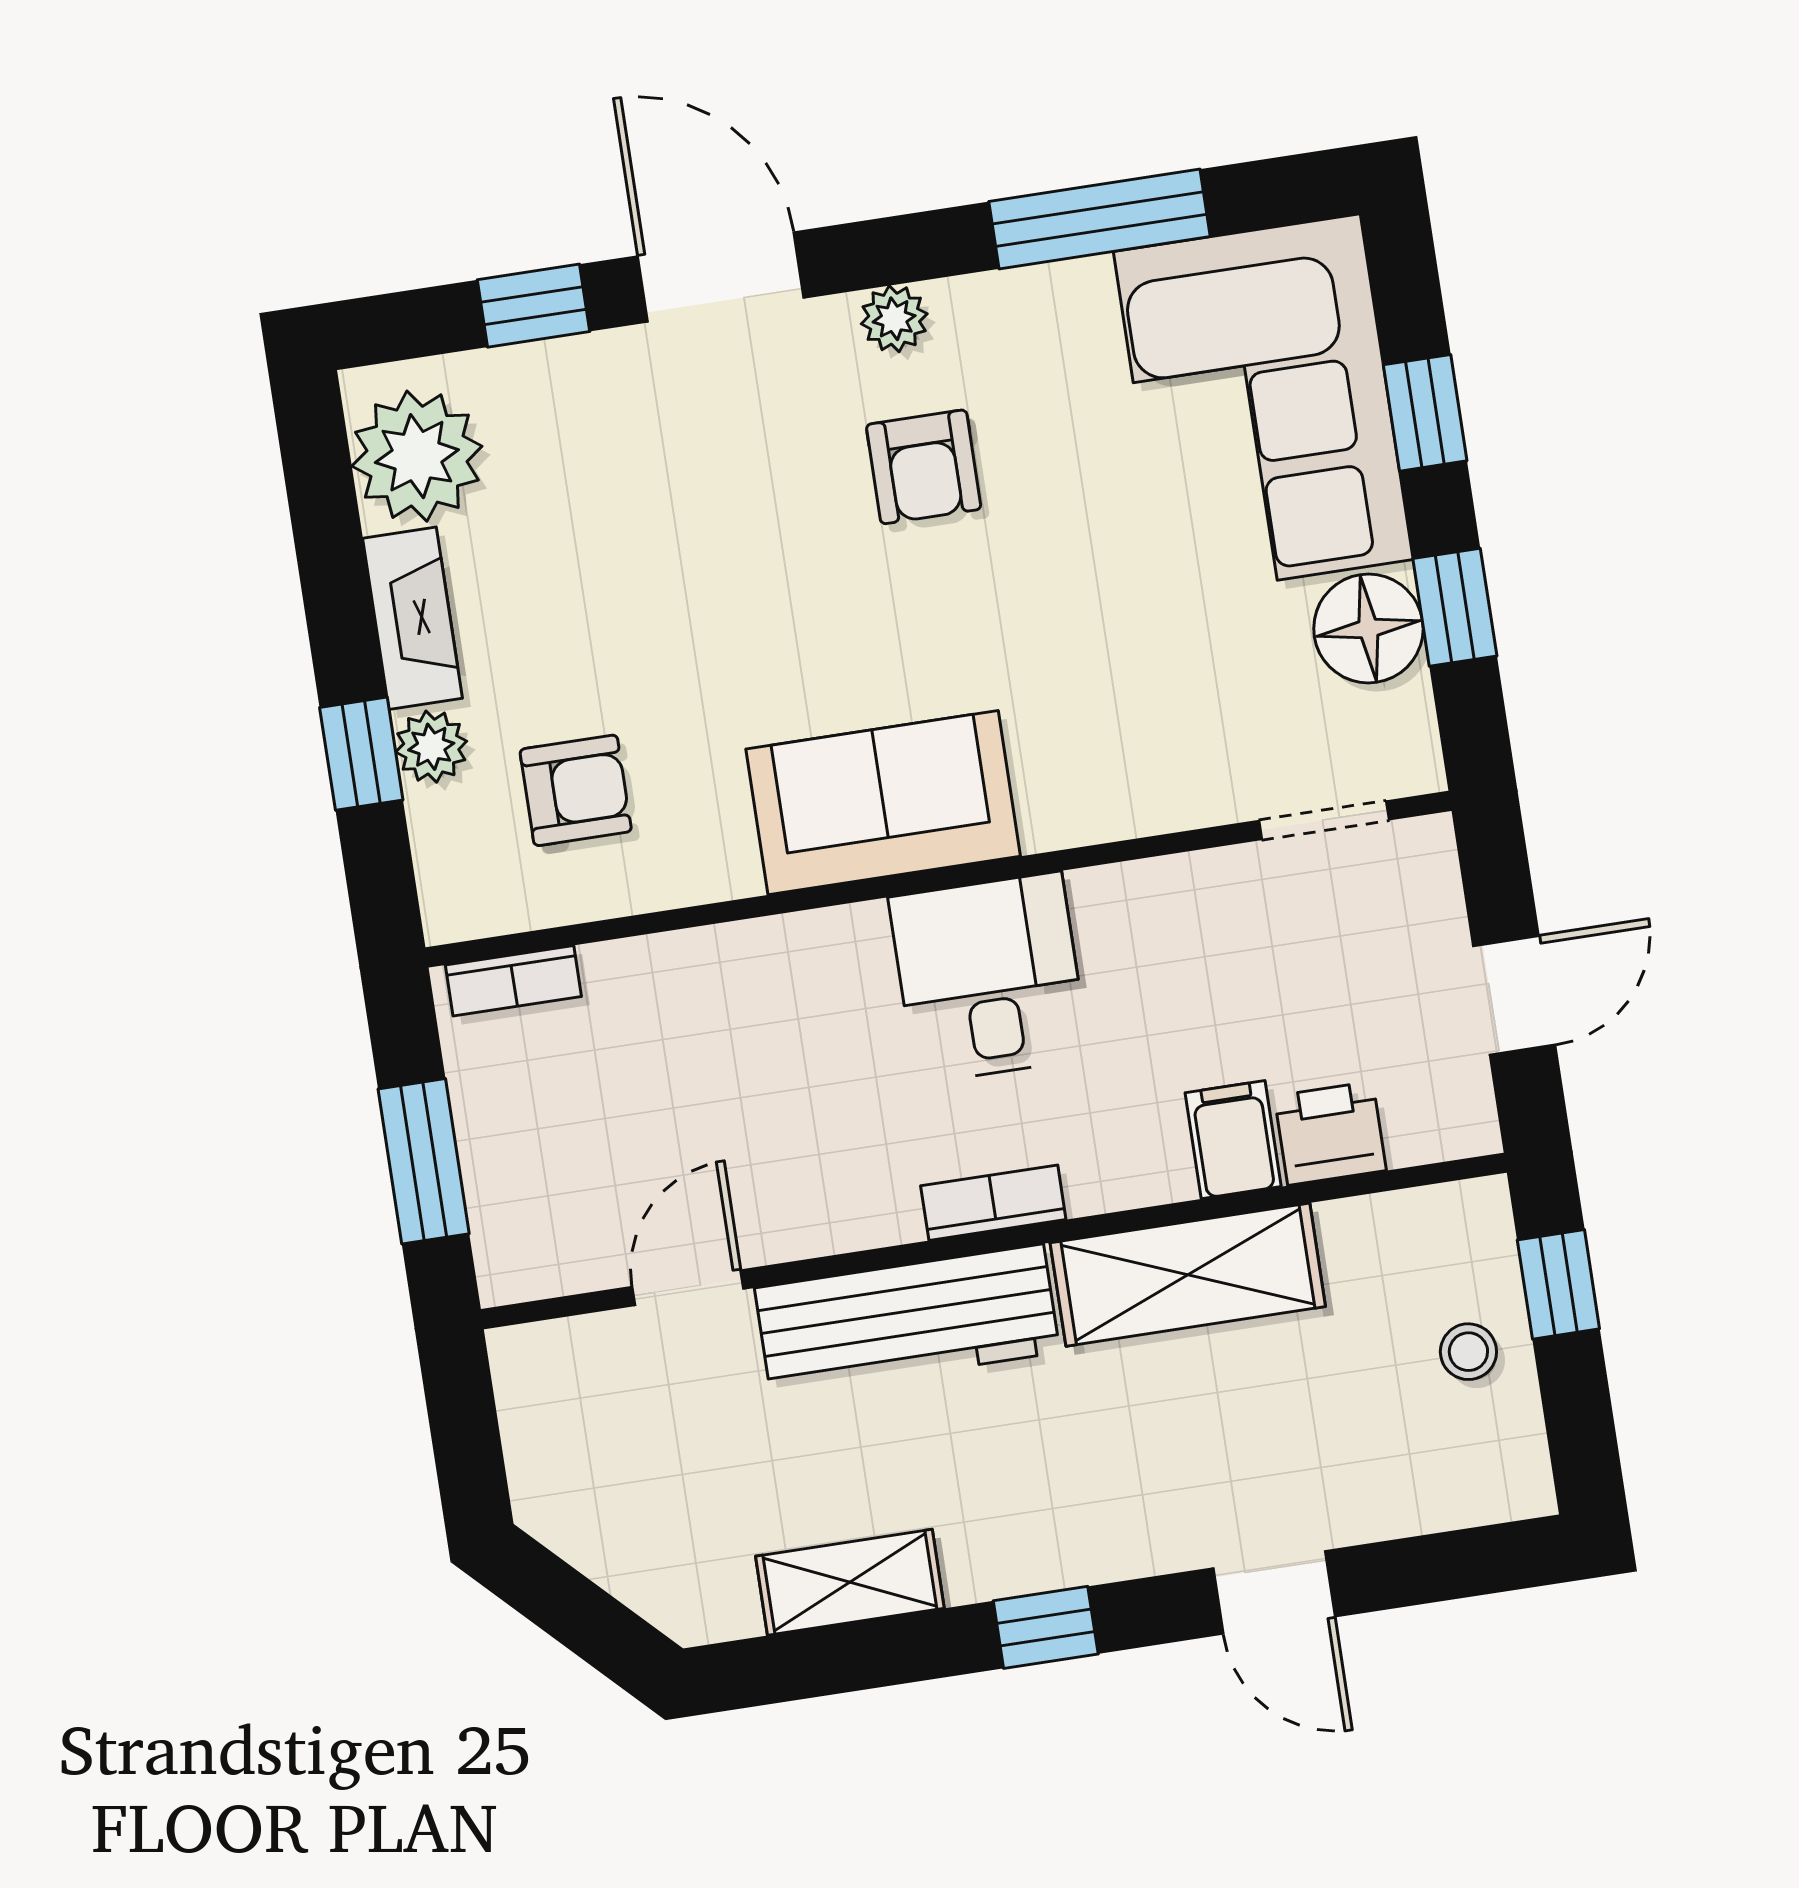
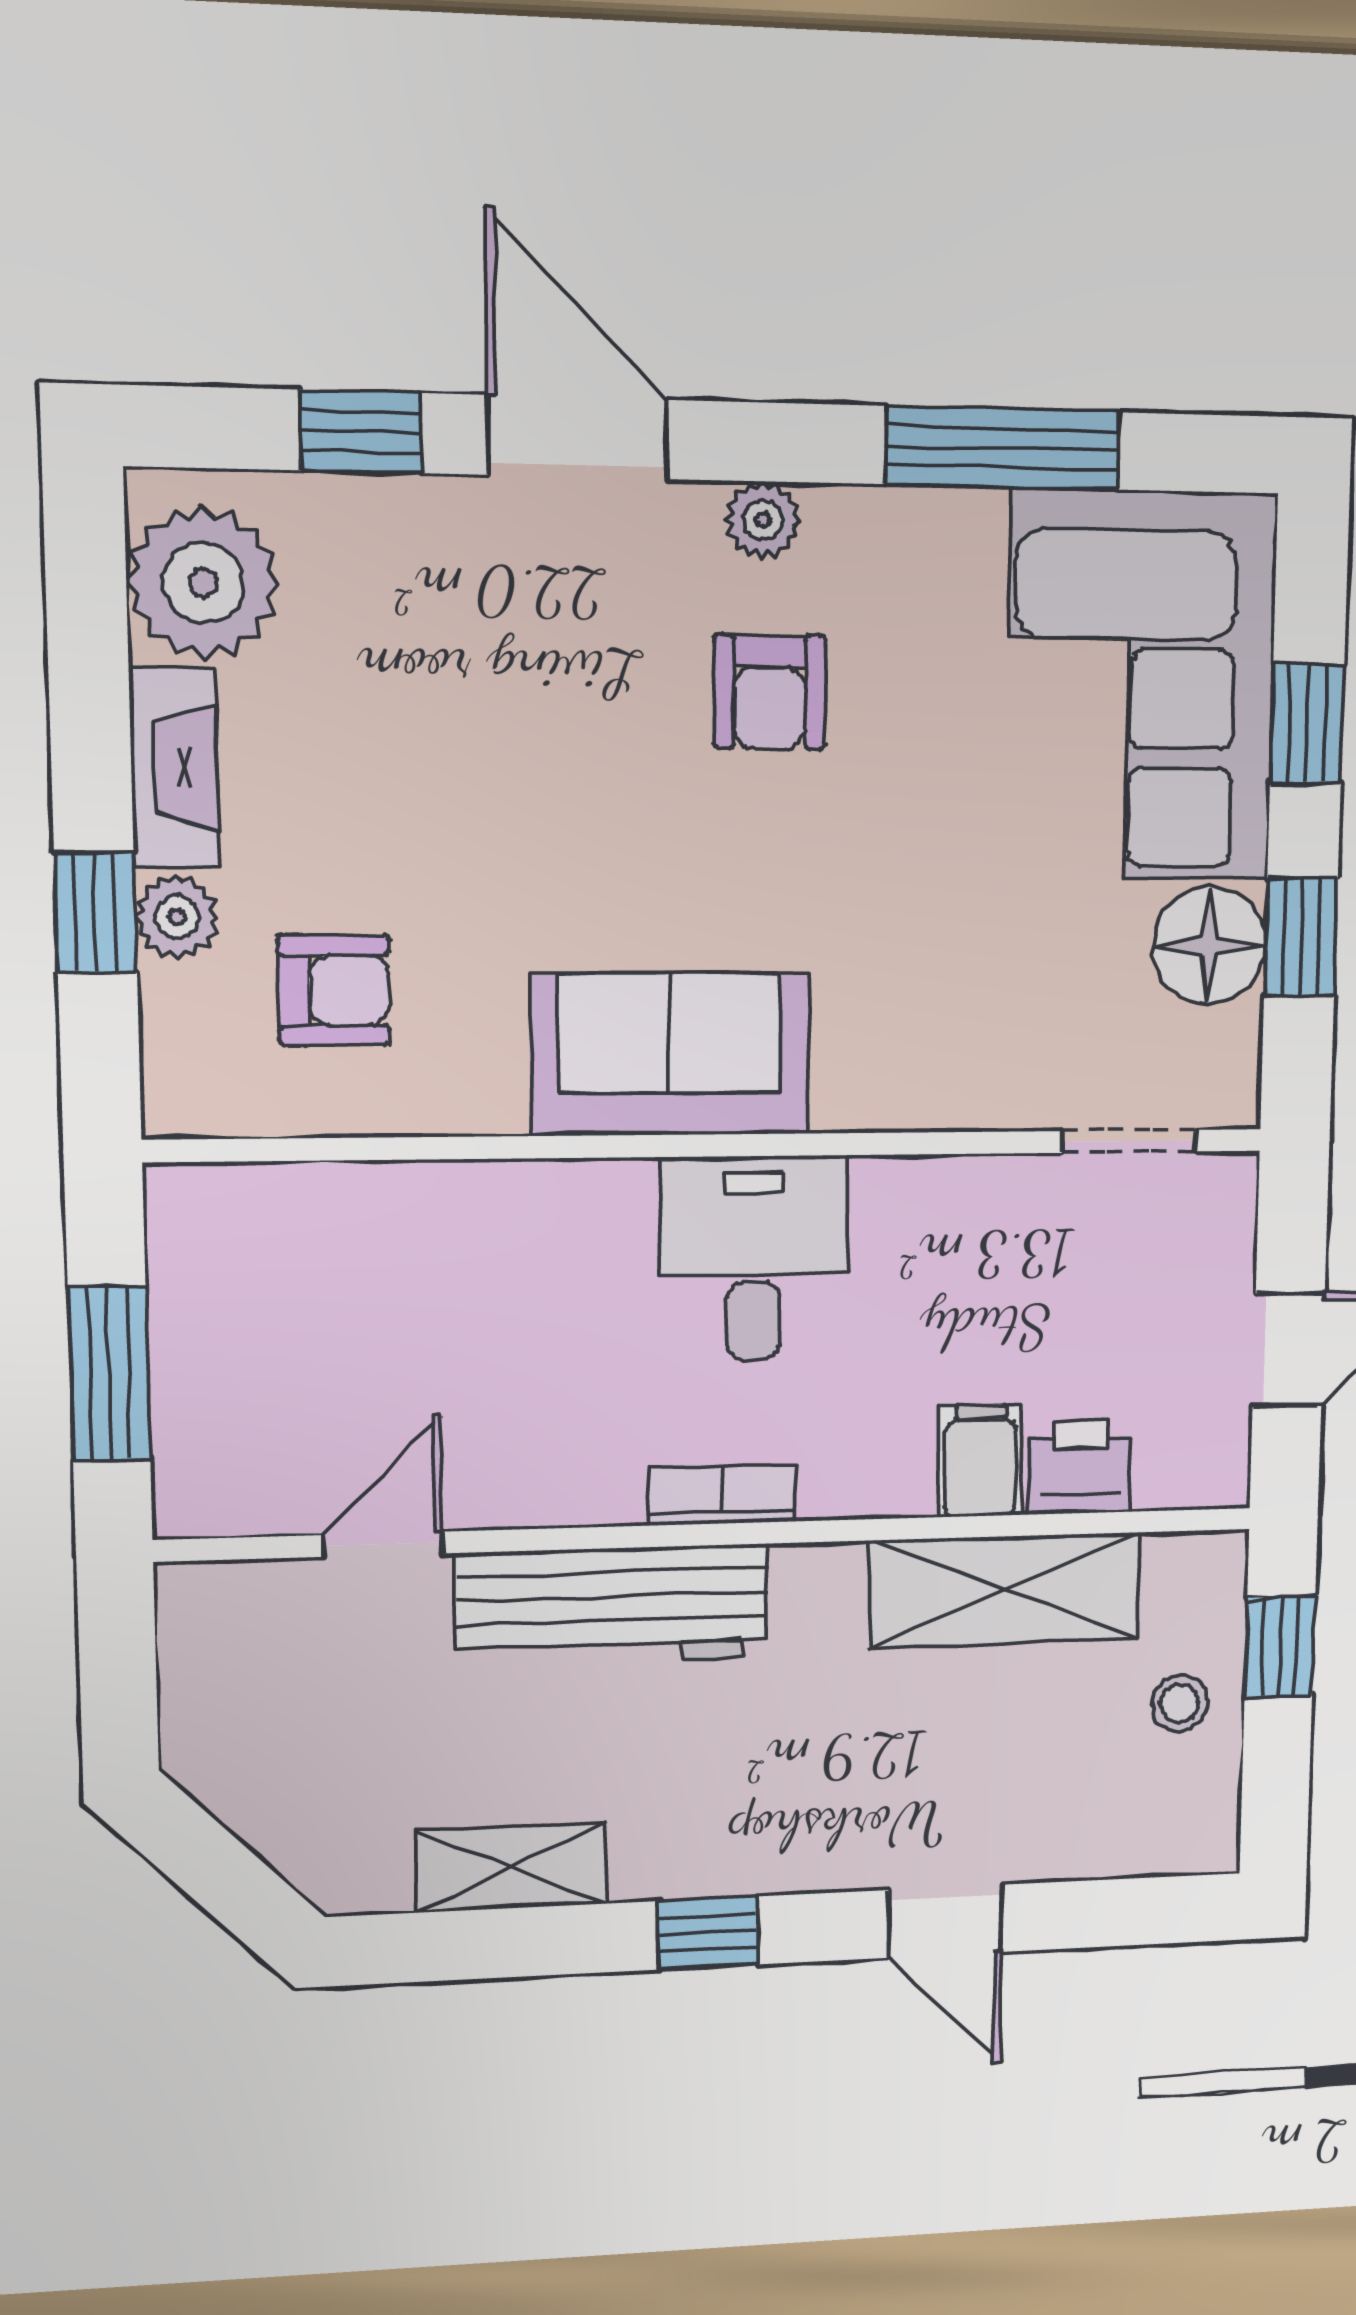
bookcase: (513, 981) -> (236, 1190), removed
shelving: (1188, 1275) -> (1005, 1590), moved

